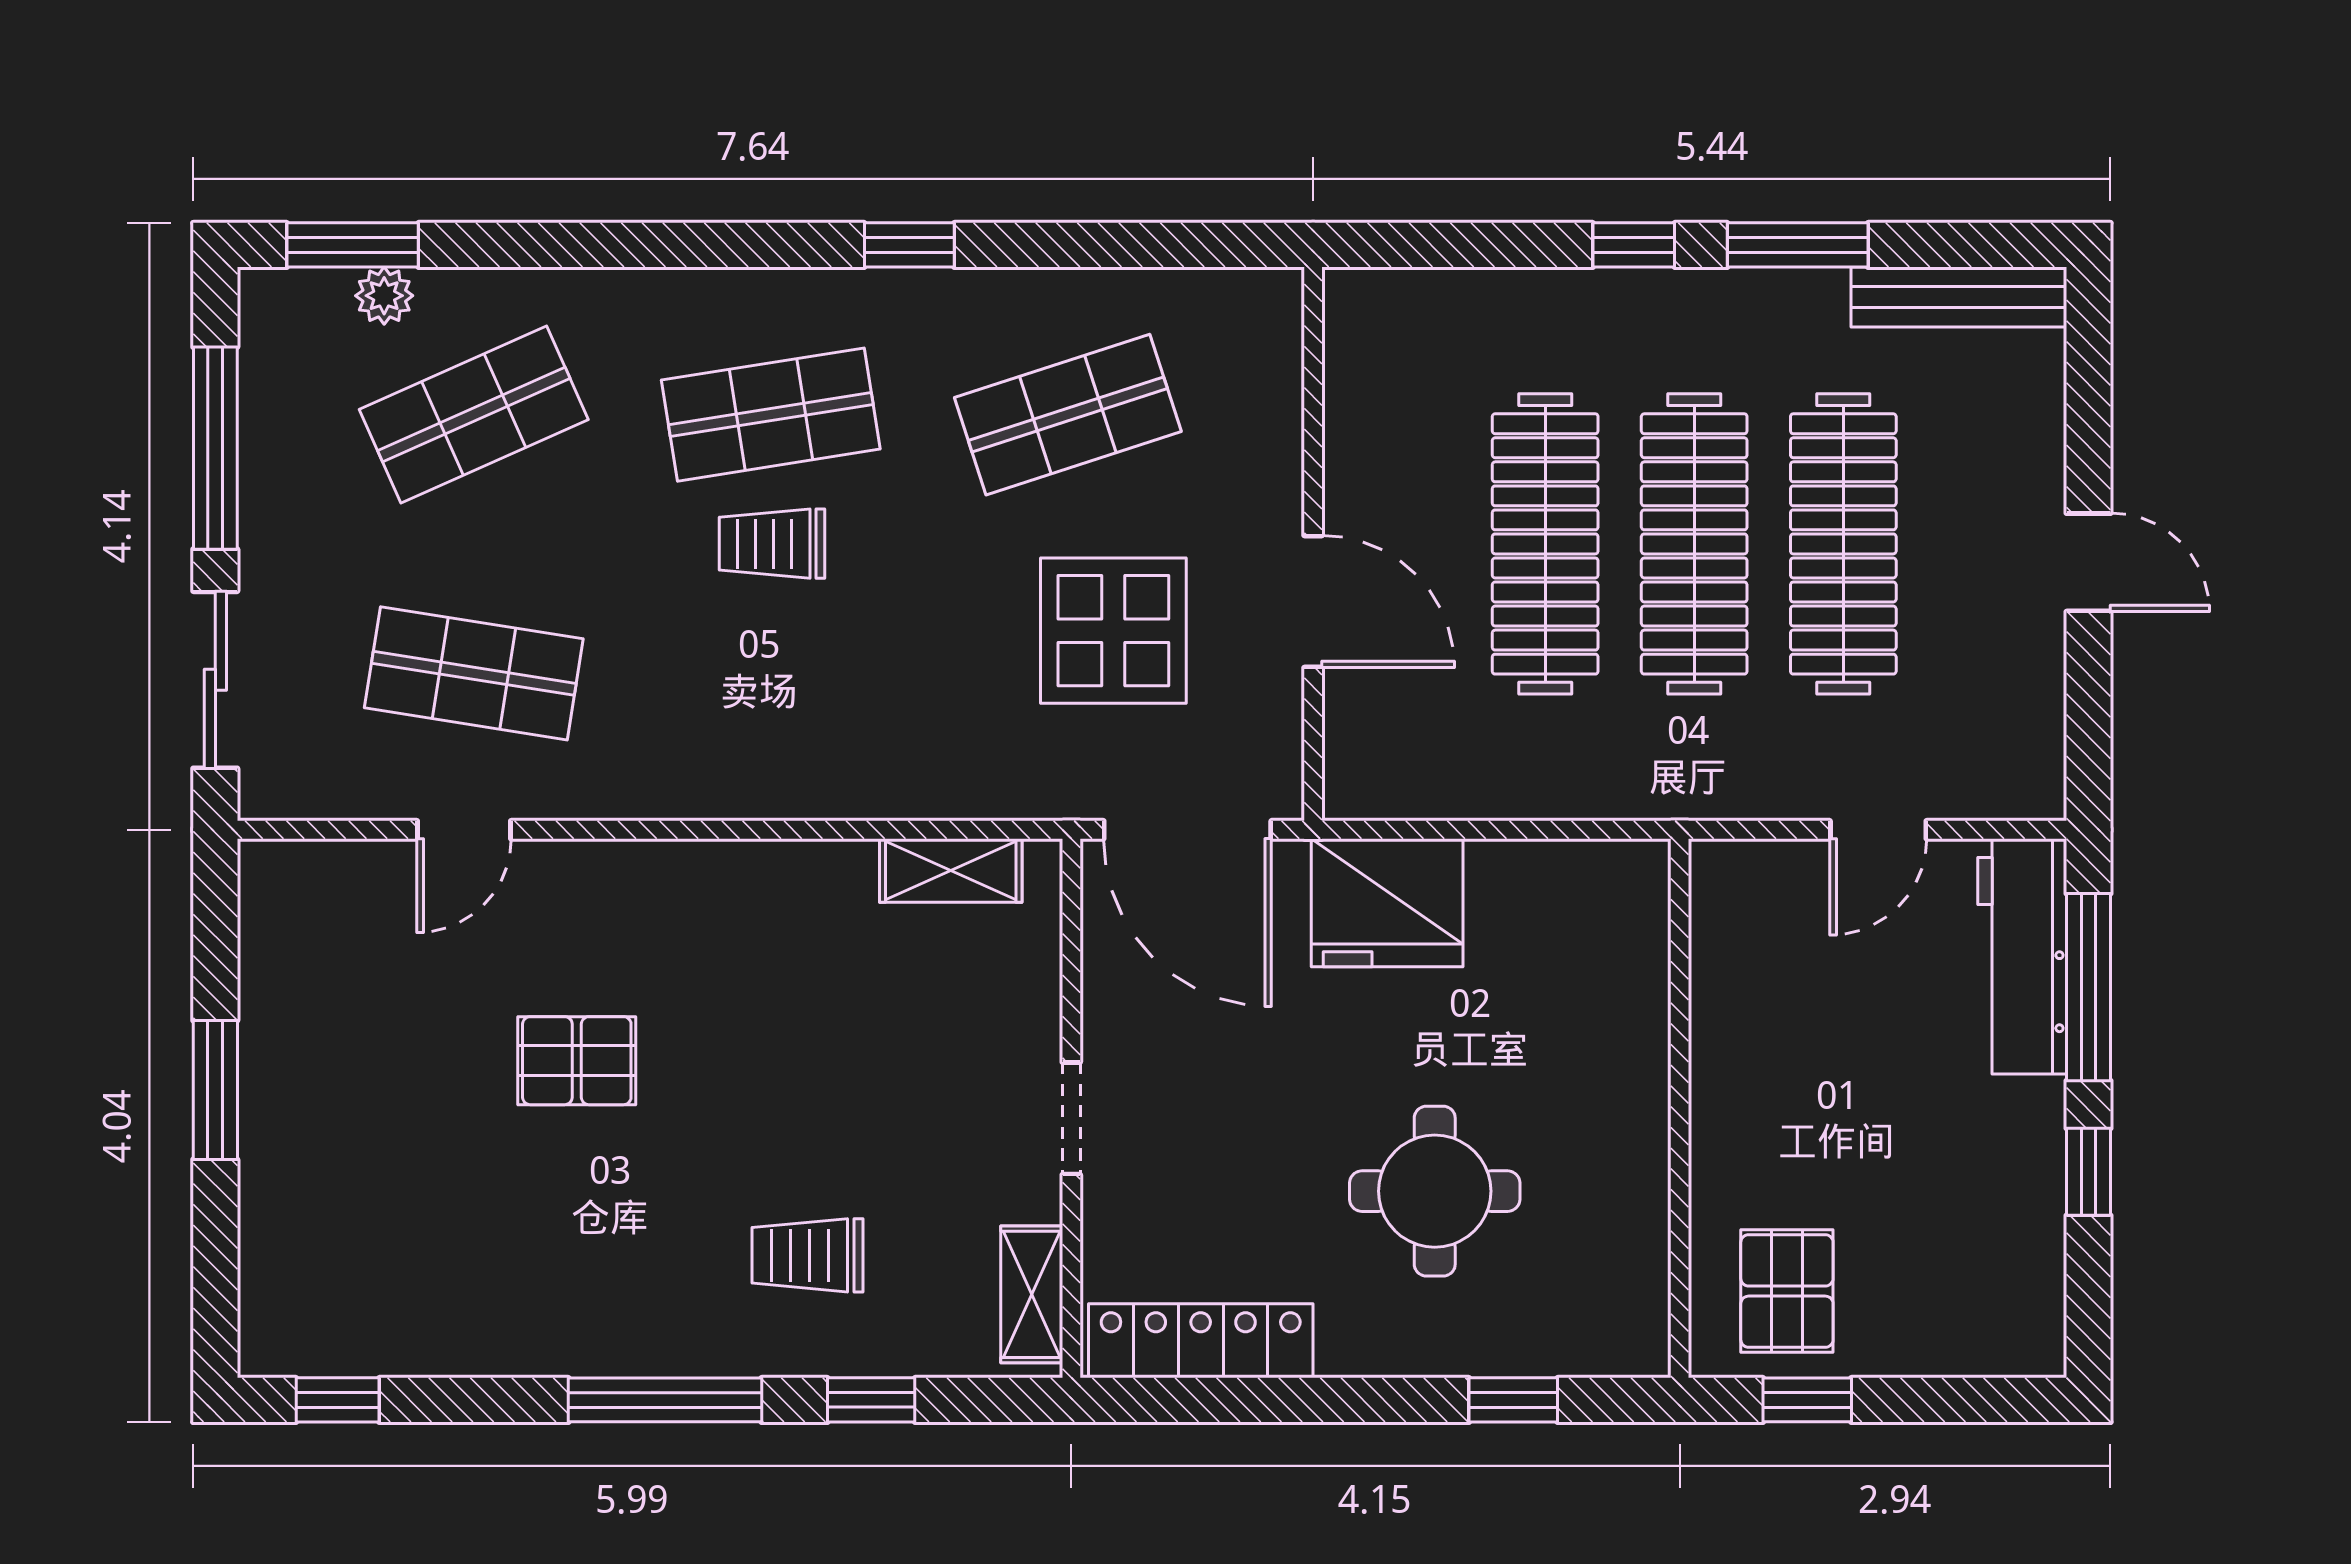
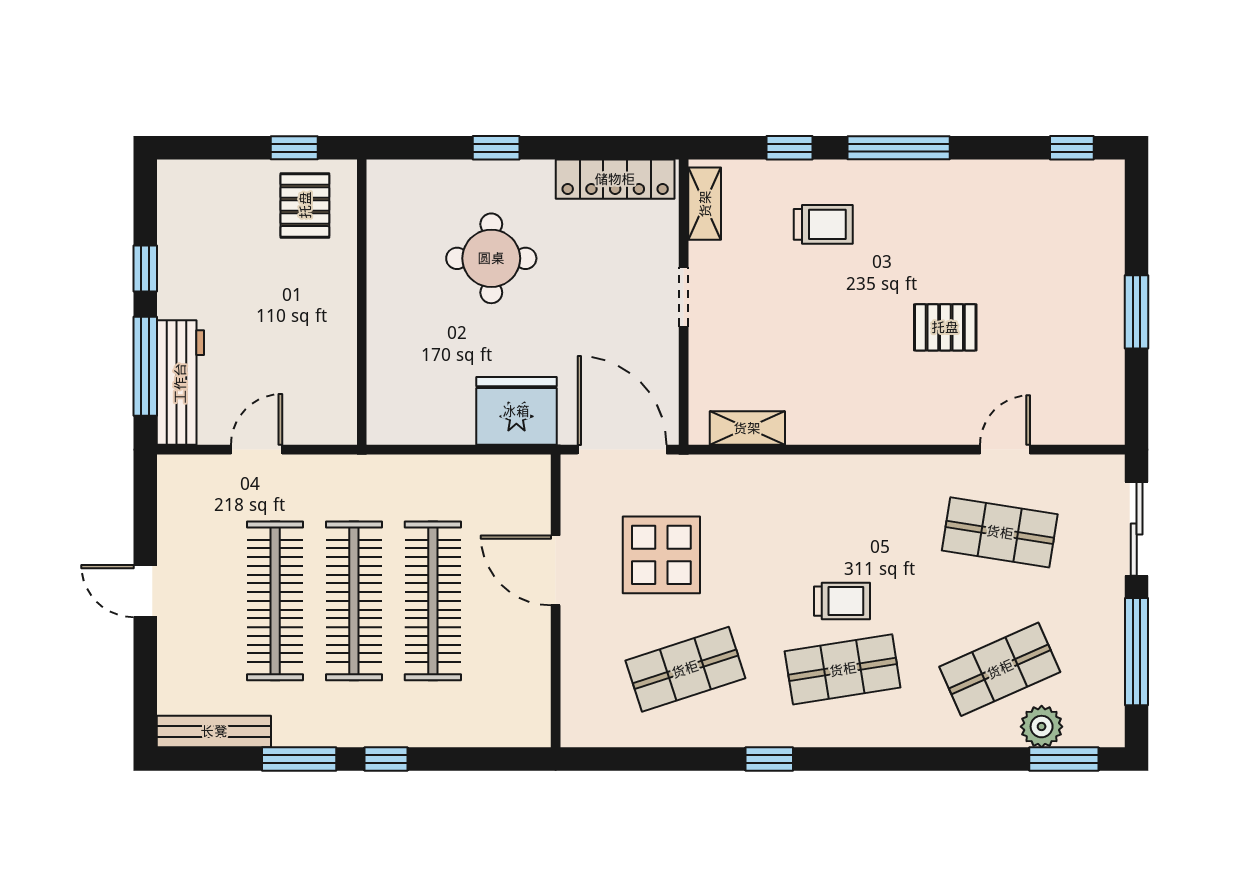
plant: (384, 296) -> (1042, 727), width x1.38, depth x1.38
window: (1513, 1400) -> (496, 148), moved

